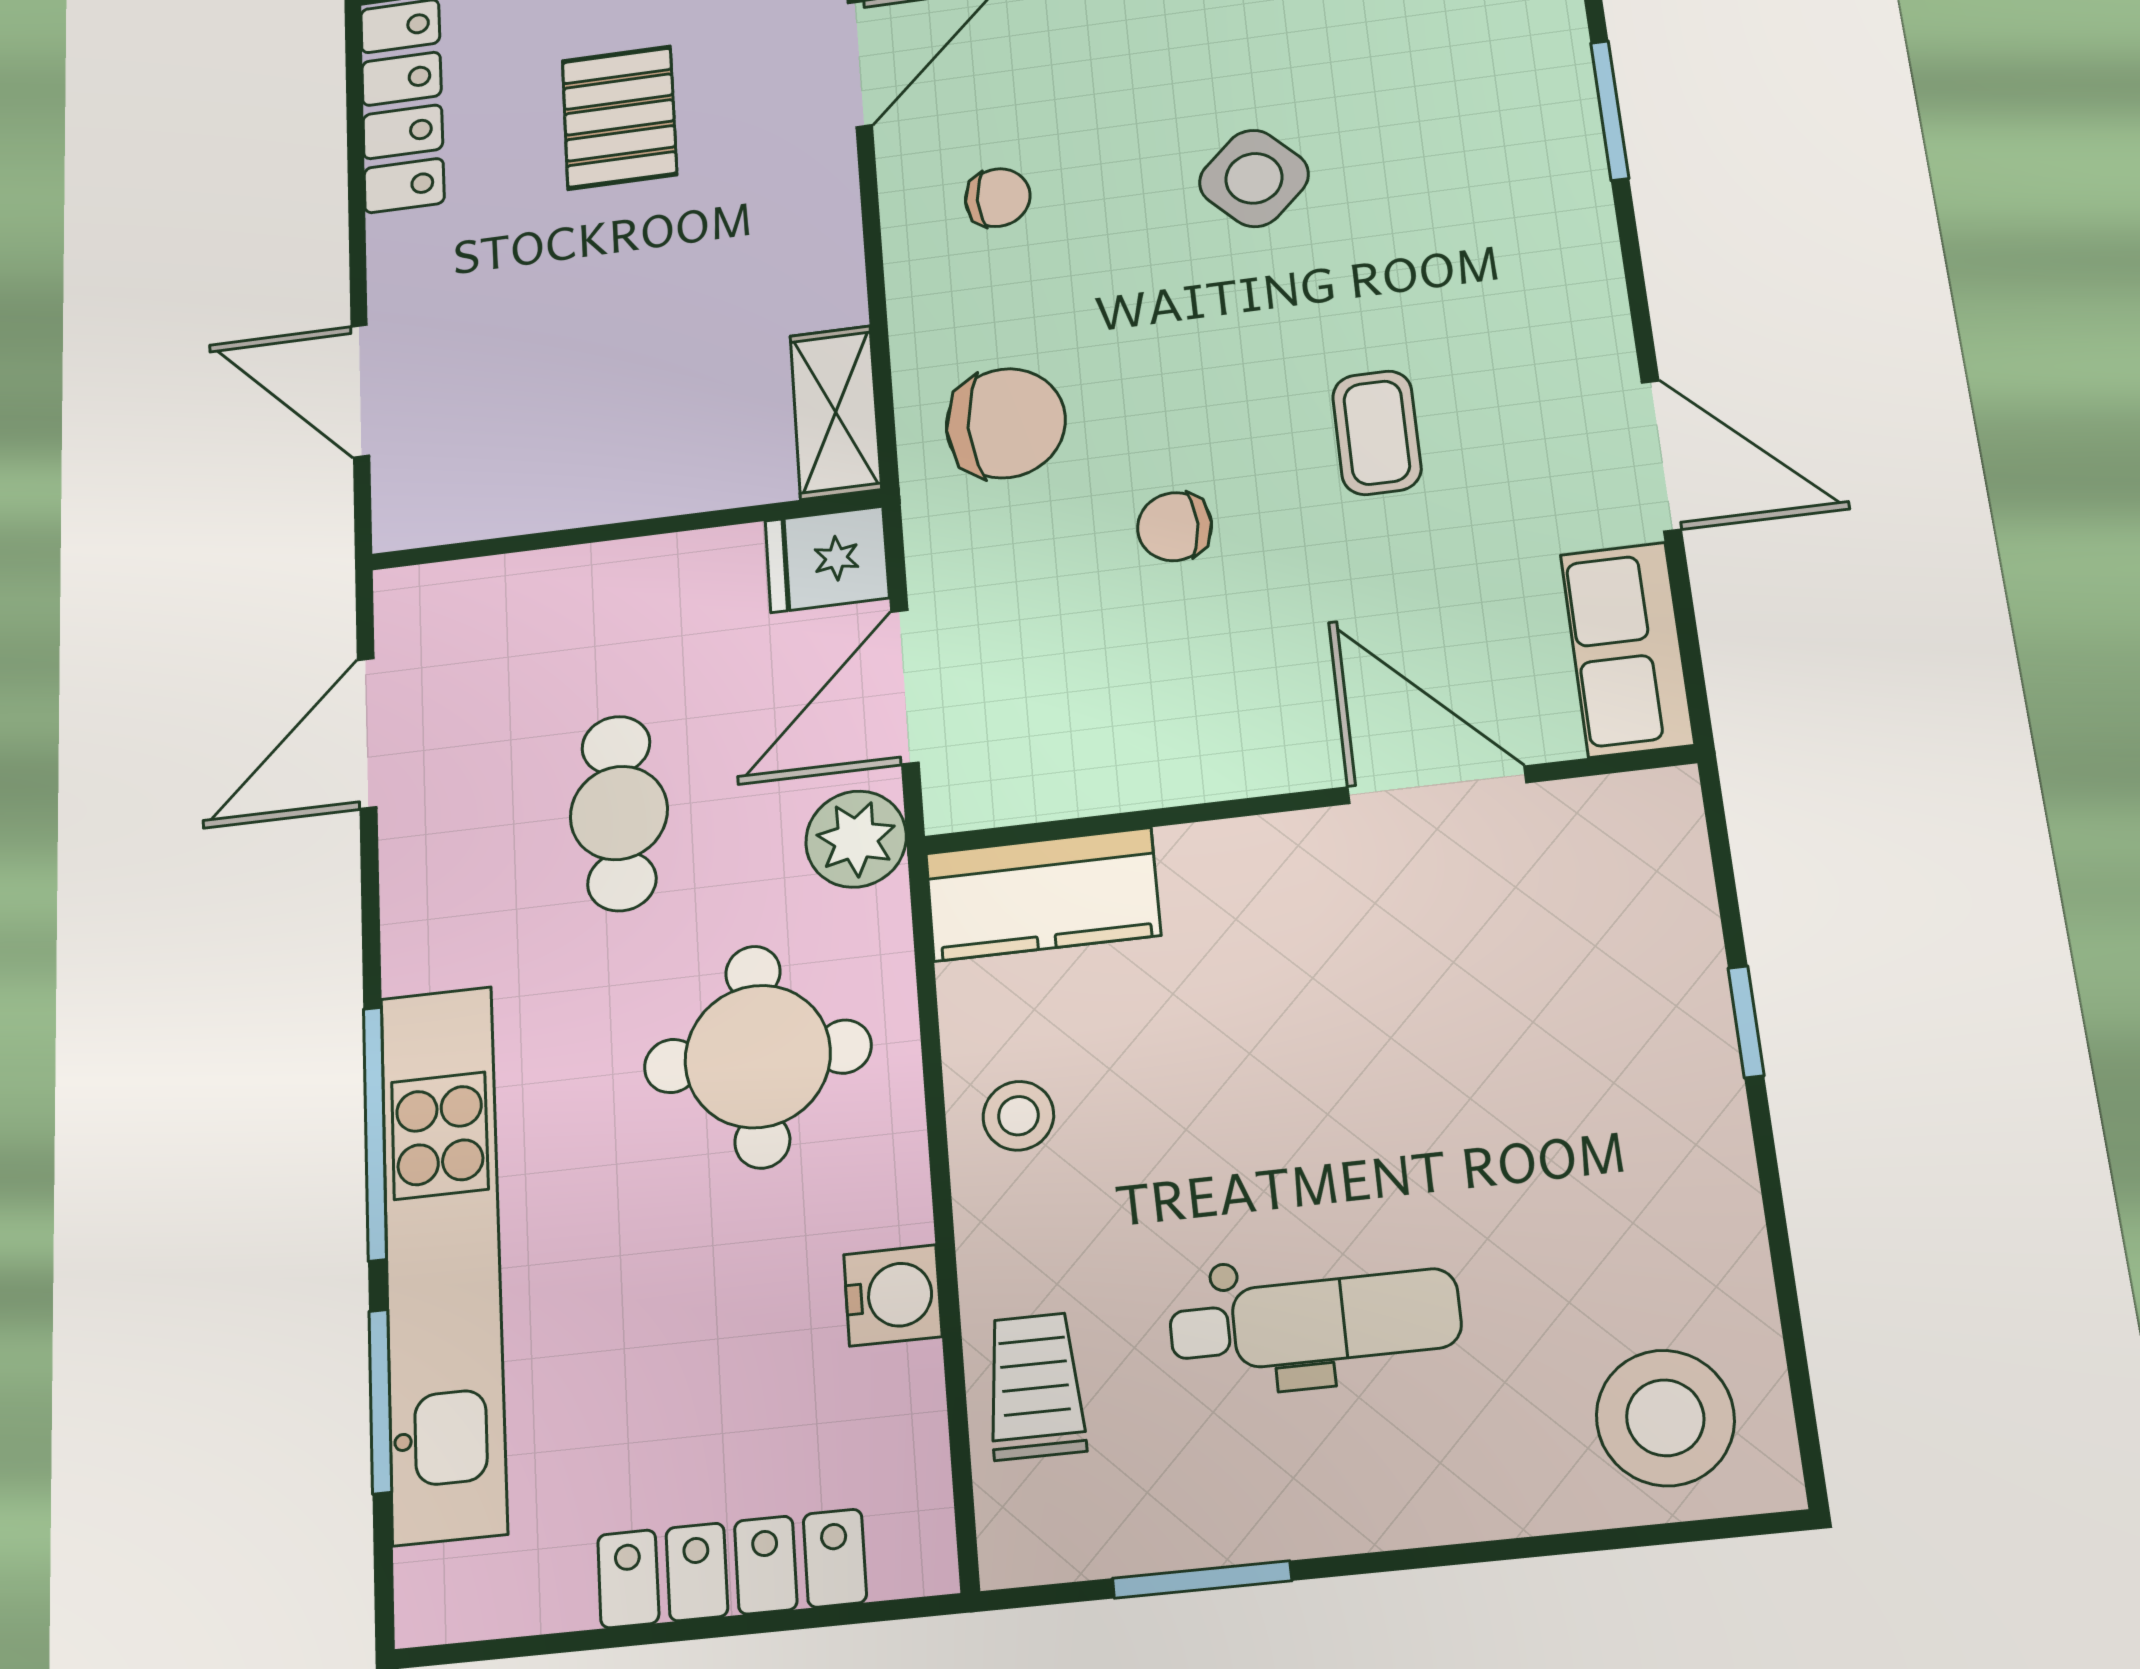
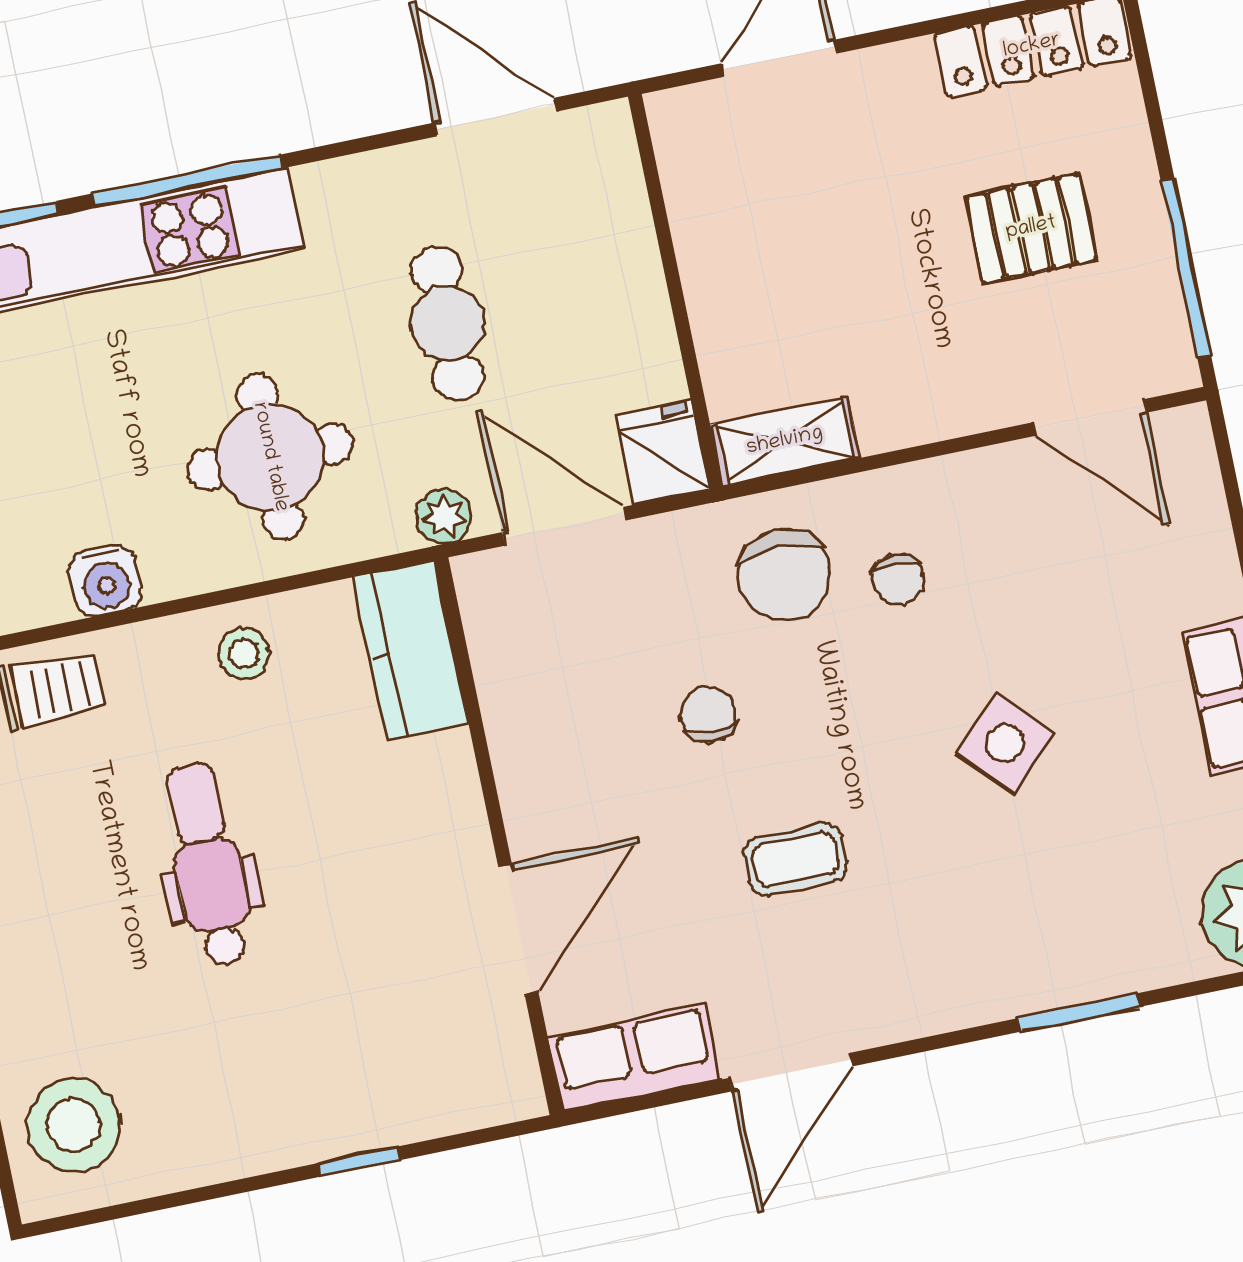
chair: (998, 198) -> (898, 579), moved
cafe table: (619, 813) -> (447, 323), turned 90
plant: (856, 839) -> (444, 516), width x0.73, depth x0.73
dental chair: (1315, 1321) -> (208, 865), moved, turned 180

